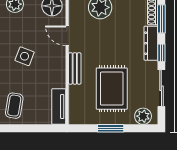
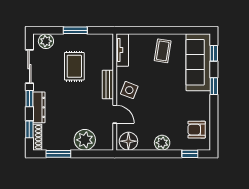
window: (161, 19) -> (29, 129), width x0.67
side table: (25, 56) -> (129, 90), moved
rug: (112, 89) -> (74, 66), width x0.73, depth x0.70

